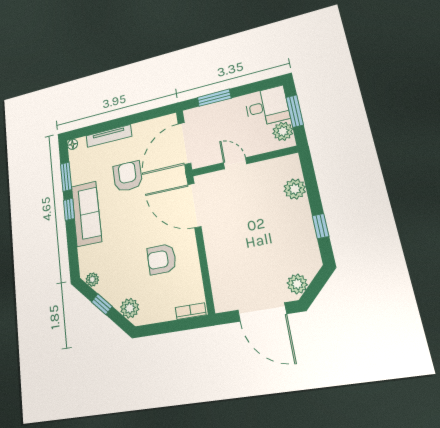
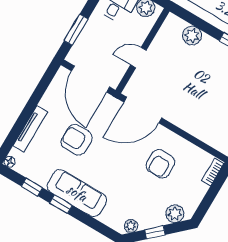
window: (66, 177) -> (32, 187), width x0.67

